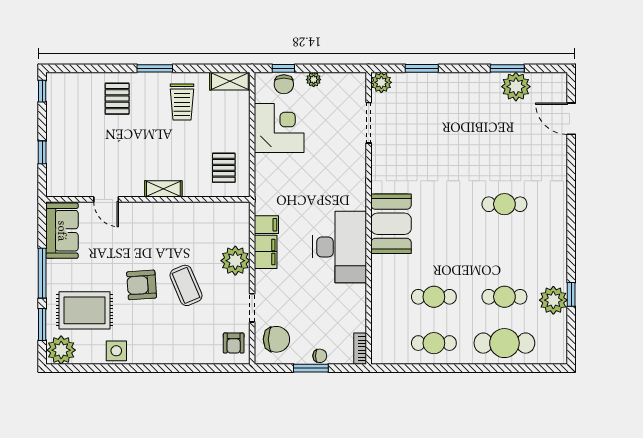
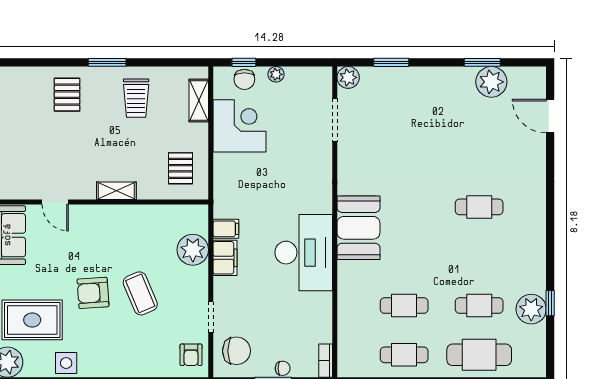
shelving: (230, 81) -> (199, 100), moved, turned 90
plant: (235, 261) -> (193, 250), moved

